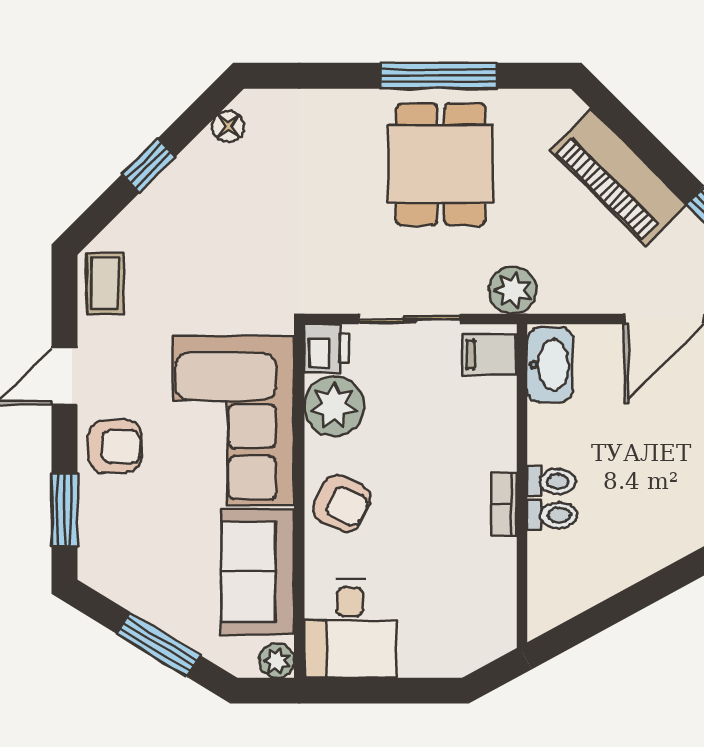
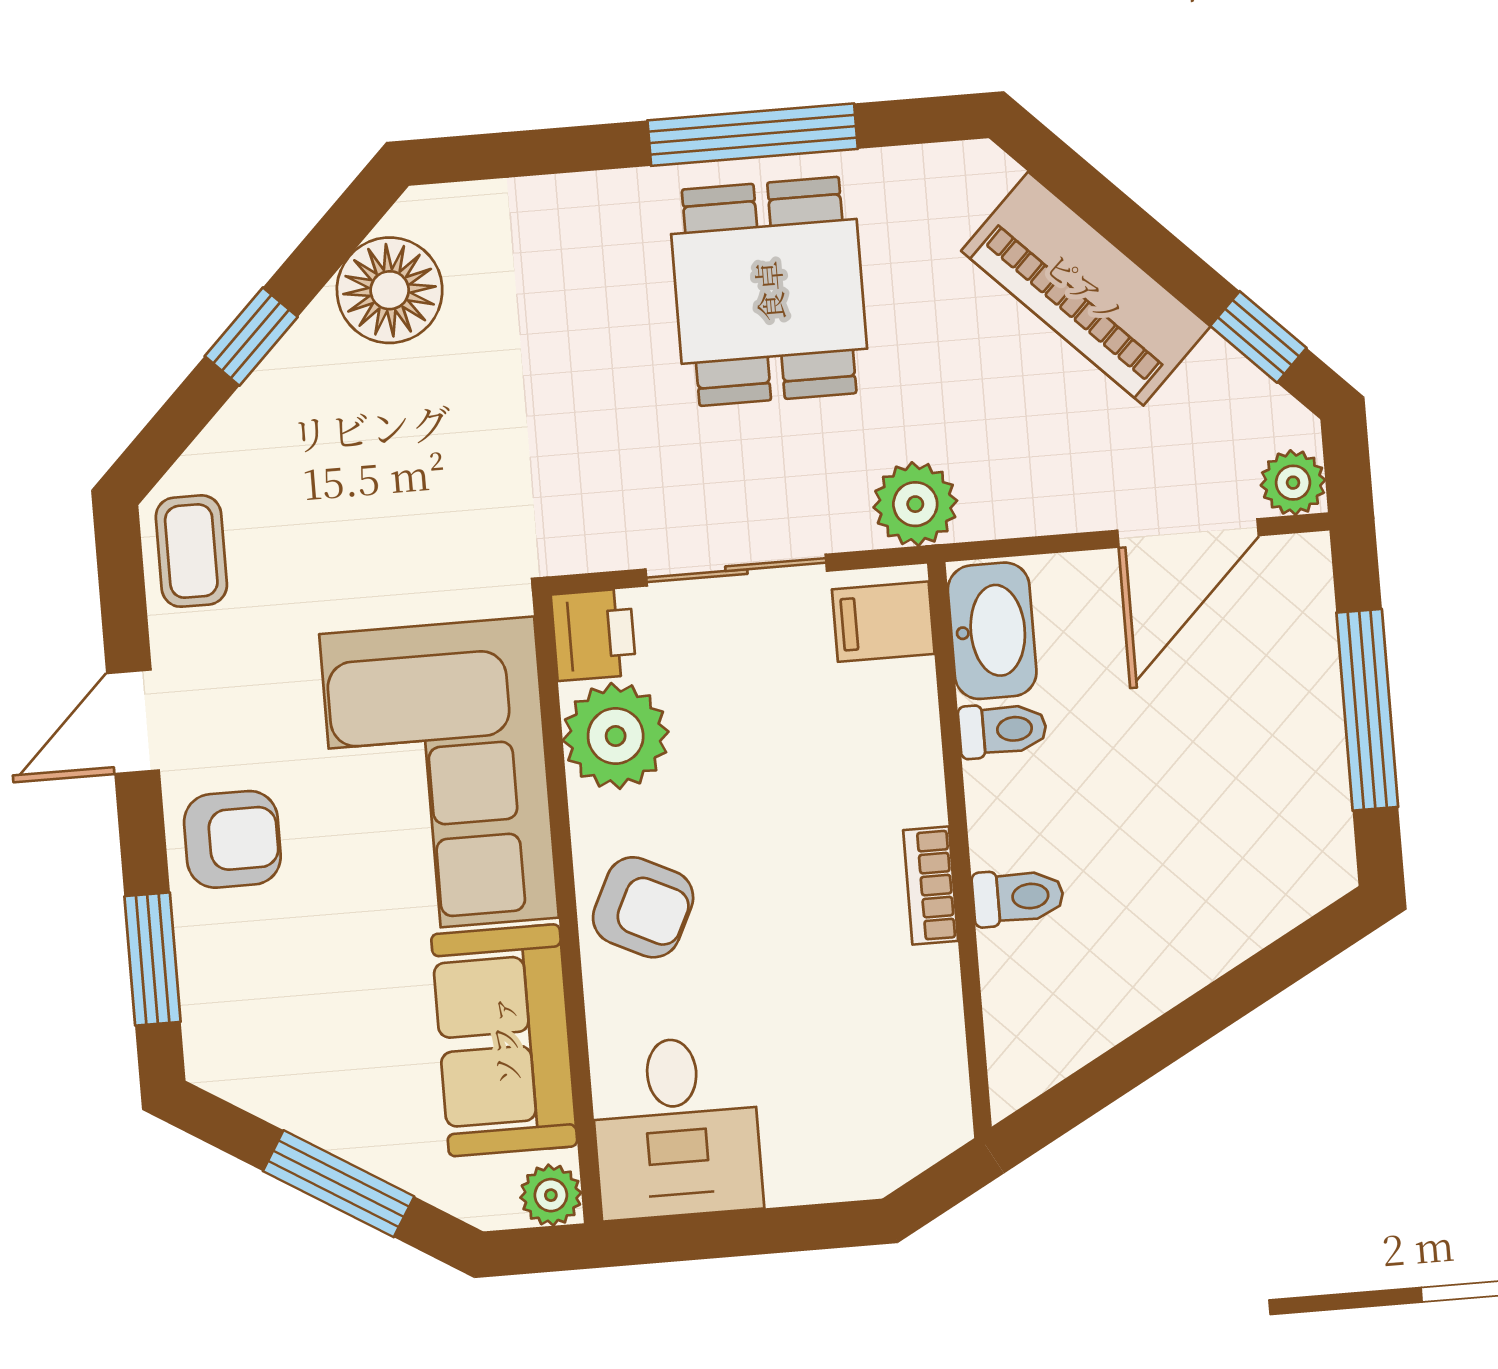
floor lamp: (228, 126) -> (390, 290), width x1.89, depth x1.89
toilet: (551, 481) -> (1002, 730), moved

